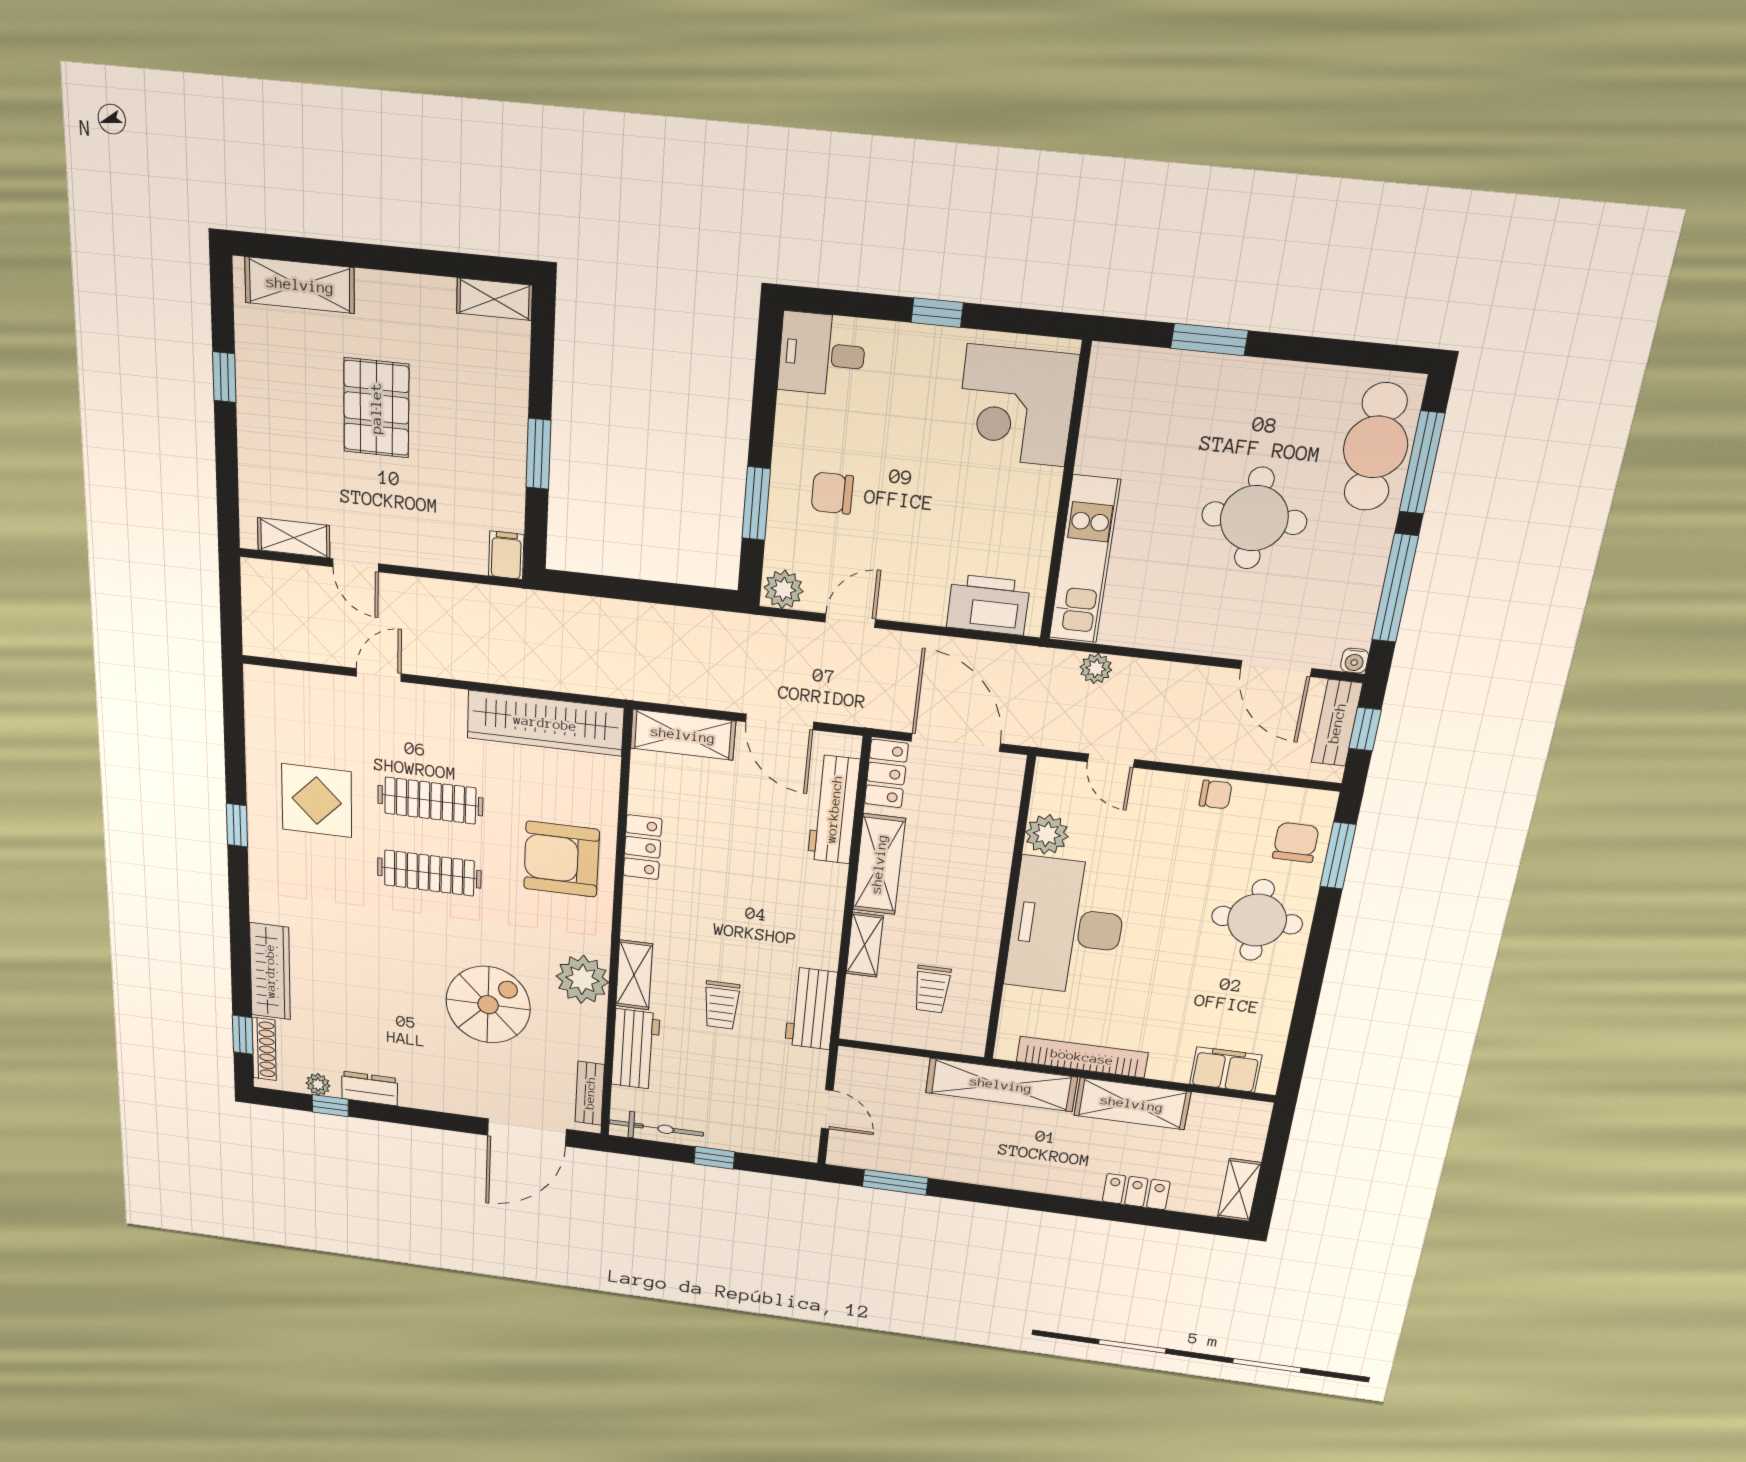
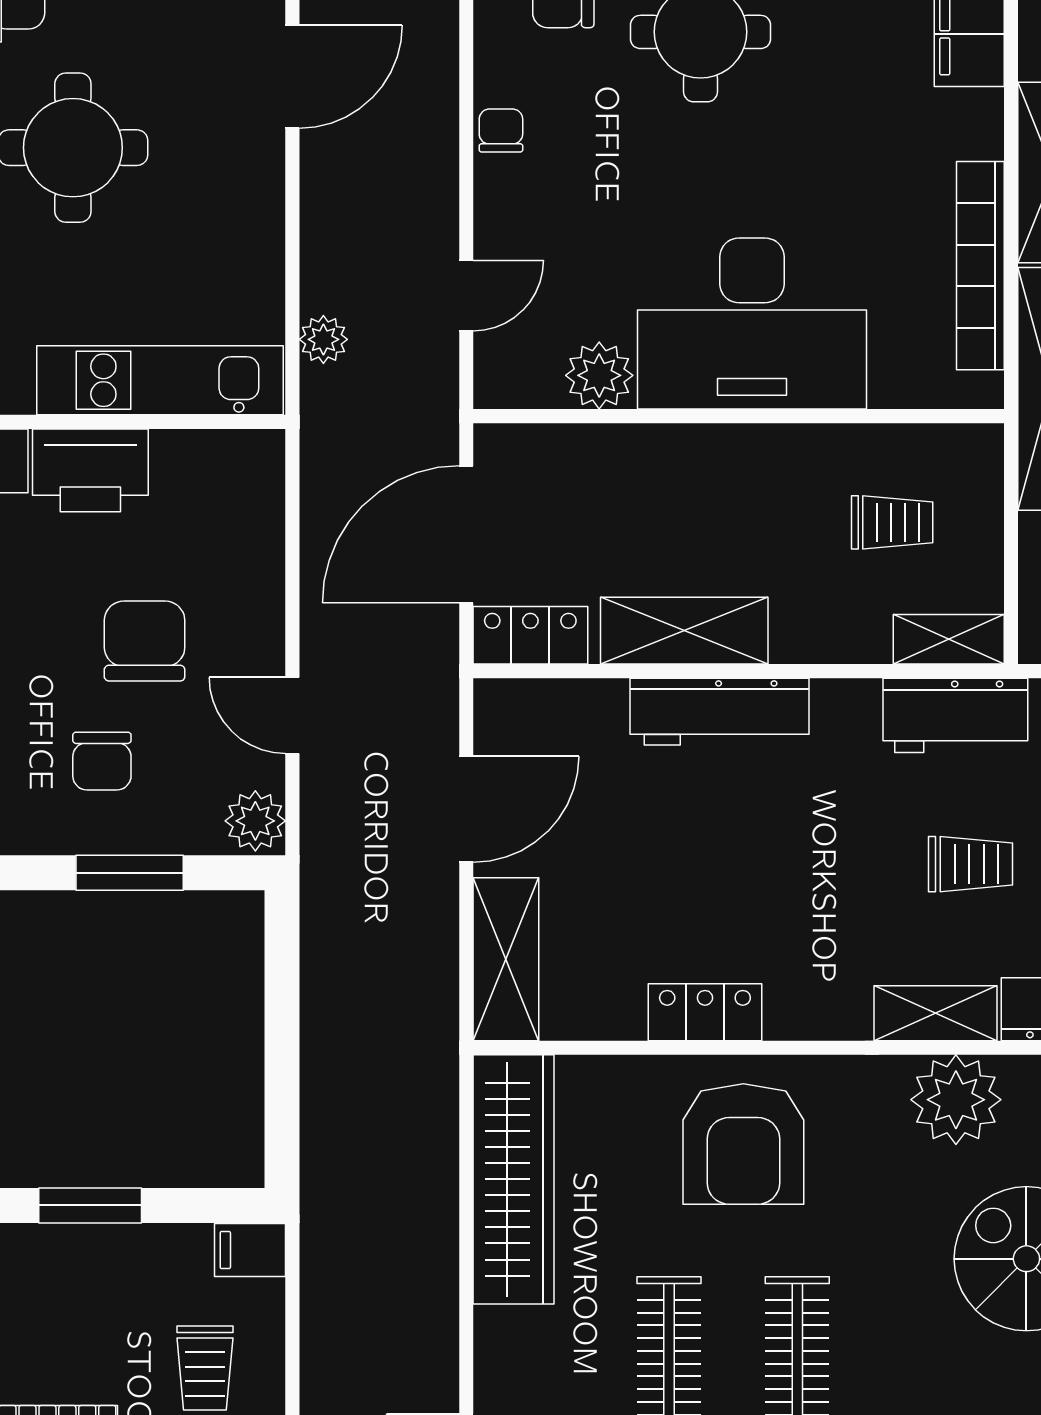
trolley: (431, 518) -> (205, 1368), added
chair: (910, 530) -> (145, 641), added
printer: (988, 605) -> (90, 470), moved, turned -90
workbench: (834, 809) -> (719, 712), moved
shelving: (865, 945) -> (949, 639), moved

